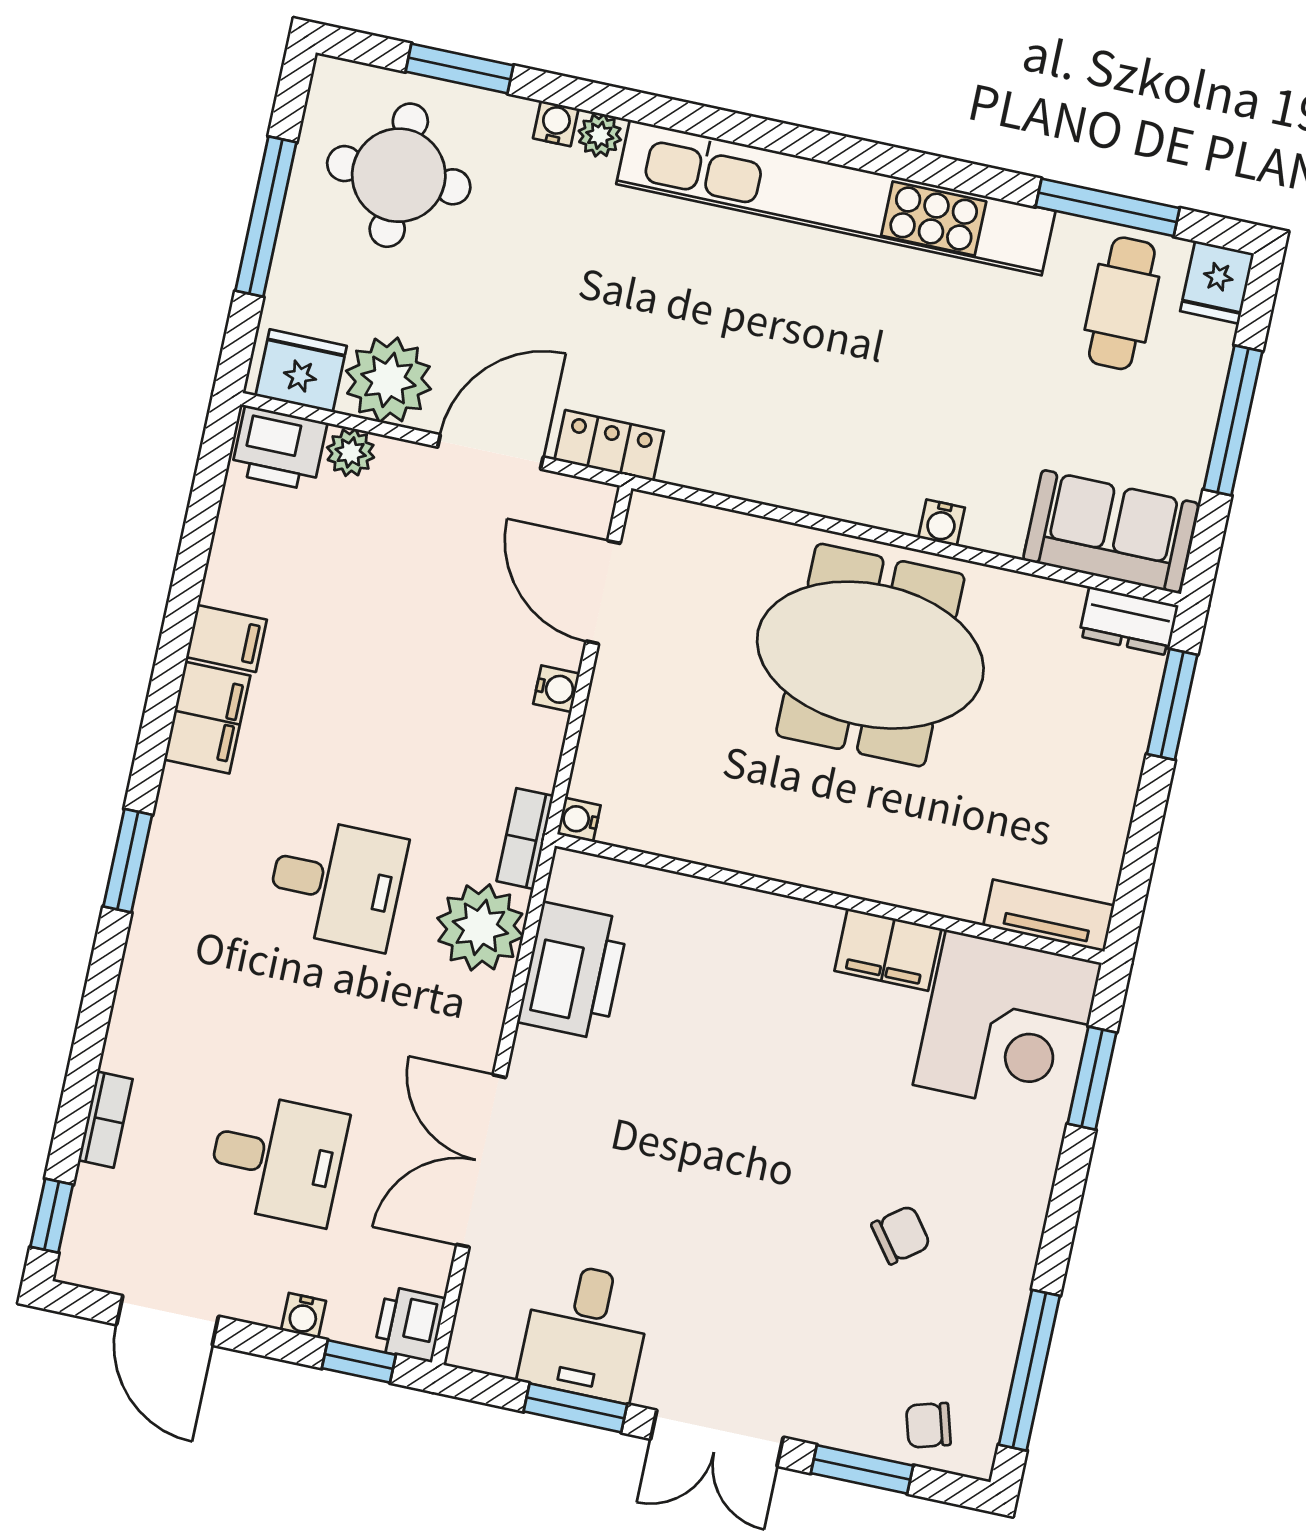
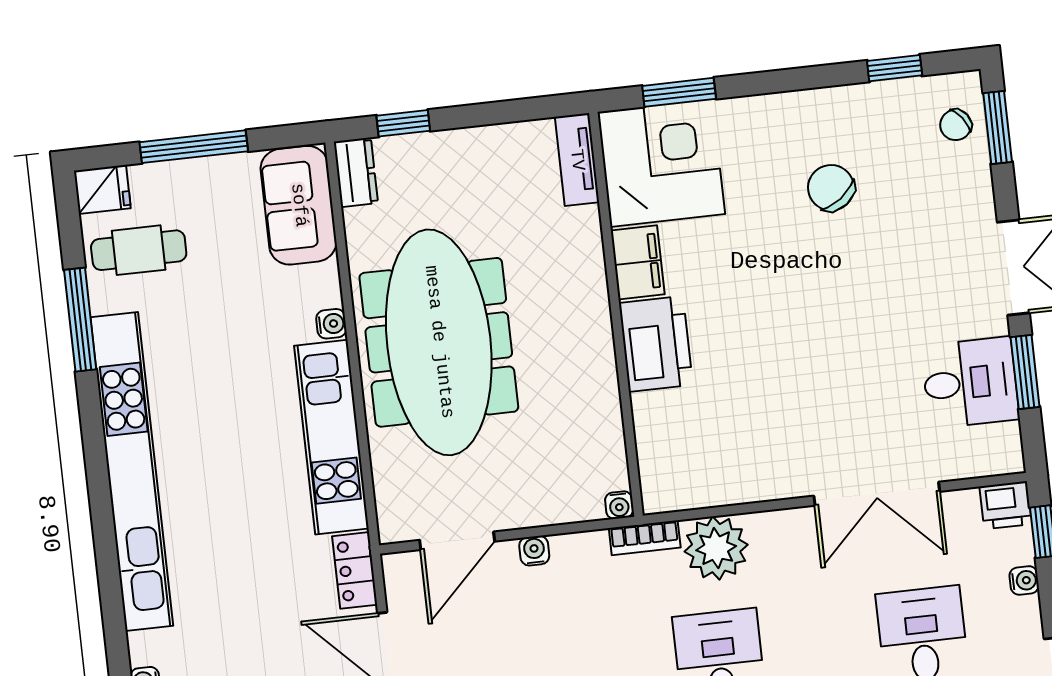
plant: (600, 135) -> (143, 648), removed
window: (1108, 207) -> (80, 320), moved
kitchen unit: (793, 473) -> (331, 437), added
meeting table: (870, 655) -> (439, 342), width x1.36
window: (1172, 704) -> (403, 123), width x0.67
printer: (573, 971) -> (656, 344), moved, turned 90
chair: (901, 1235) -> (831, 188), width x1.37, depth x1.37
window: (1029, 1370) -> (895, 68), width x0.46
chair: (928, 1425) -> (956, 125), turned 70
window: (862, 1469) -> (998, 127), moved

